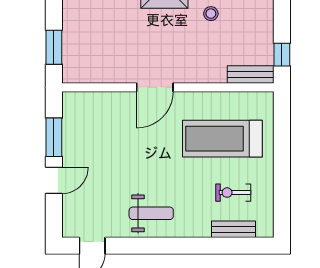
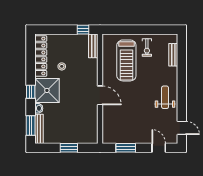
window: (54, 47) -> (69, 148), moved
door: (54, 180) -> (159, 148), moved
exercise bike: (233, 193) -> (147, 47), moved

